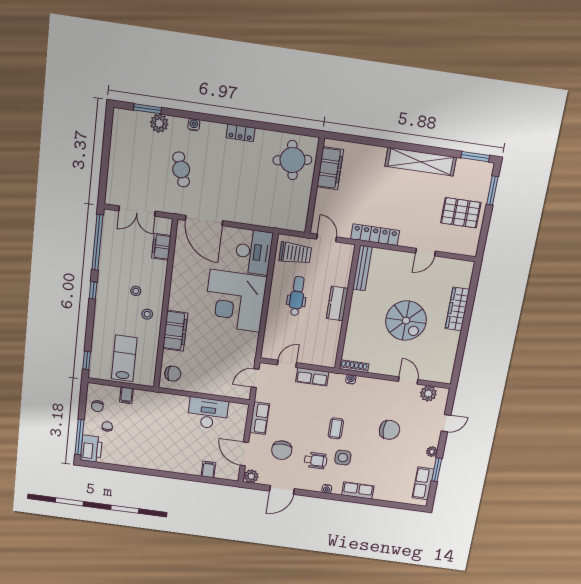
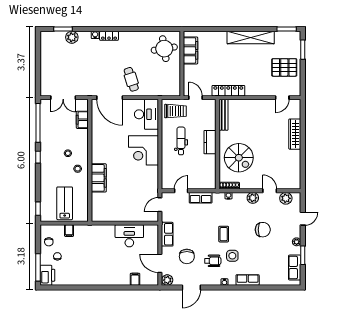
locker: (241, 133) -> (109, 36), moved
cafe table: (181, 169) -> (131, 79), moved
door: (426, 252) -> (282, 98), moved
corner desk: (235, 301) -> (144, 150), width x0.74, depth x0.74
spiral stairs: (406, 321) -> (239, 158), moved
chair: (173, 374) -> (101, 210), removed
plant: (383, 387) -> (253, 198), added

